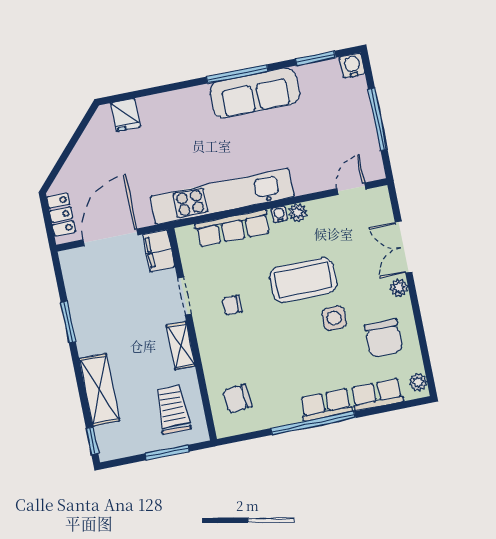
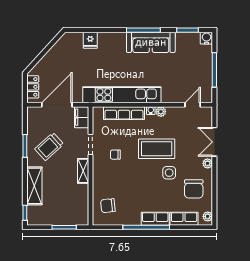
fridge: (126, 115) -> (90, 40), moved
trolley: (173, 410) -> (49, 147), moved, turned -132

